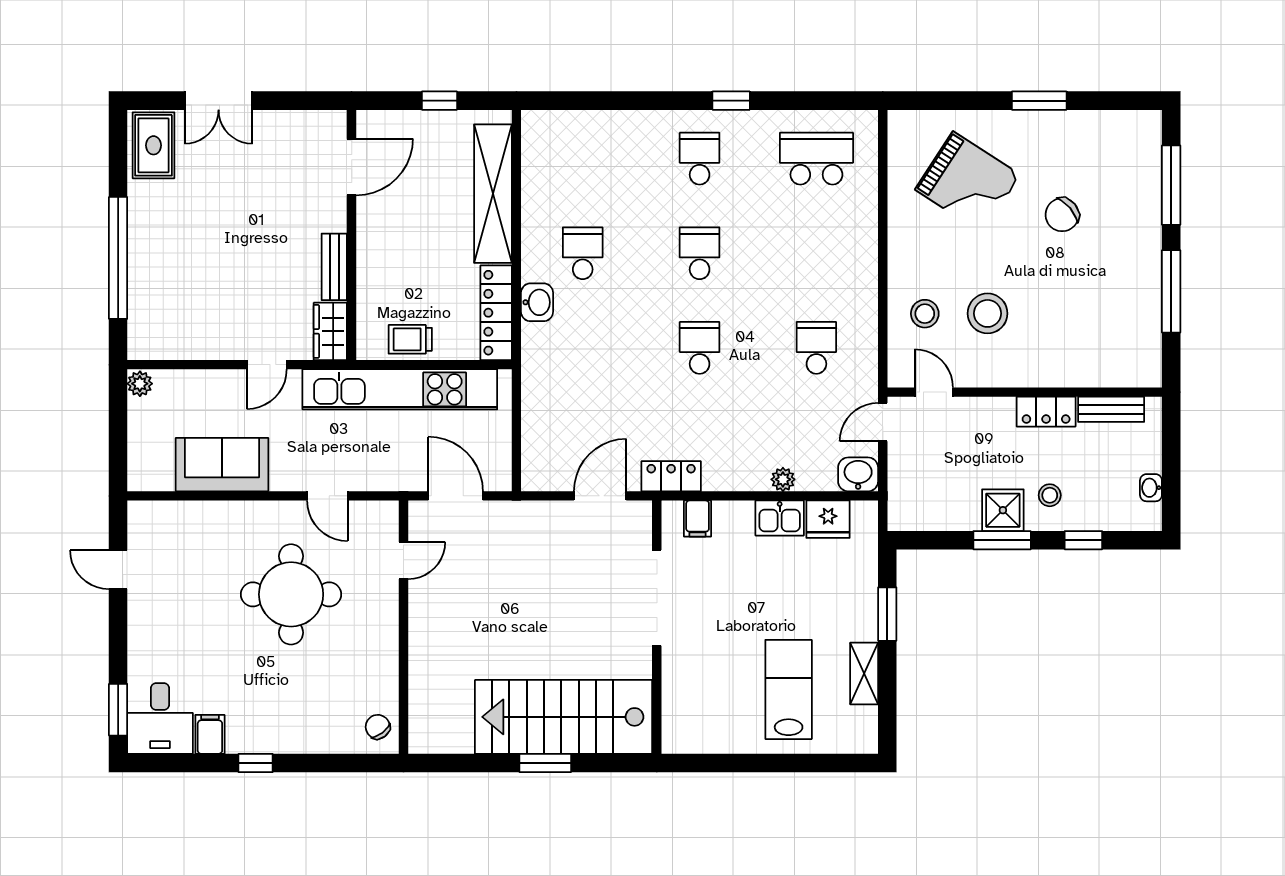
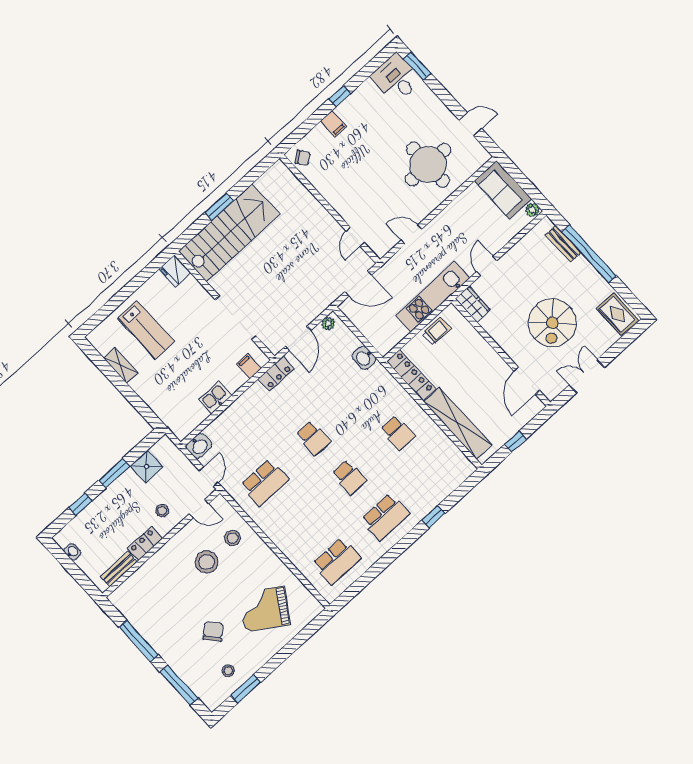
double door: (219, 101) -> (587, 376), moved
window: (731, 101) -> (433, 517), moved
window: (1039, 101) -> (246, 689), moved
stool: (1090, 145) -> (228, 671), added
school desk: (700, 159) -> (385, 517), width x1.85
spiral stairs: (249, 212) -> (552, 323), added
bench: (334, 267) -> (563, 244), moved
washbasin: (537, 302) -> (364, 358), moved
school desk: (816, 348) -> (265, 482), width x1.85
kitchen unit: (400, 389) -> (433, 297), width x0.73
sofa: (222, 465) -> (503, 190), moved, turned 90
plant: (783, 479) -> (328, 323), moved
stool: (1050, 495) -> (162, 511), moved
shower: (1003, 510) -> (146, 467), moved
fridge: (828, 519) -> (175, 271), moved, turned -90
round table: (291, 594) -> (428, 165), moved
window: (887, 614) -> (134, 399), removed
filing cabinet: (210, 734) -> (334, 124), moved

